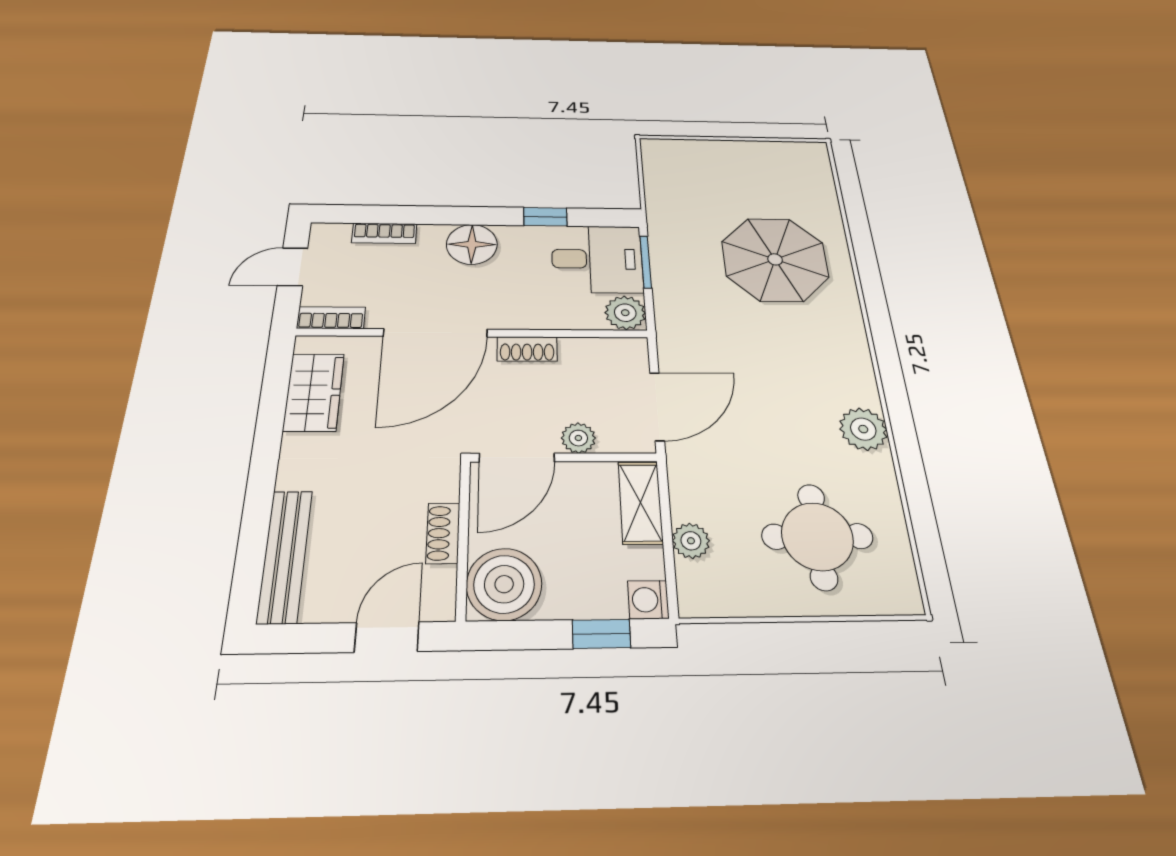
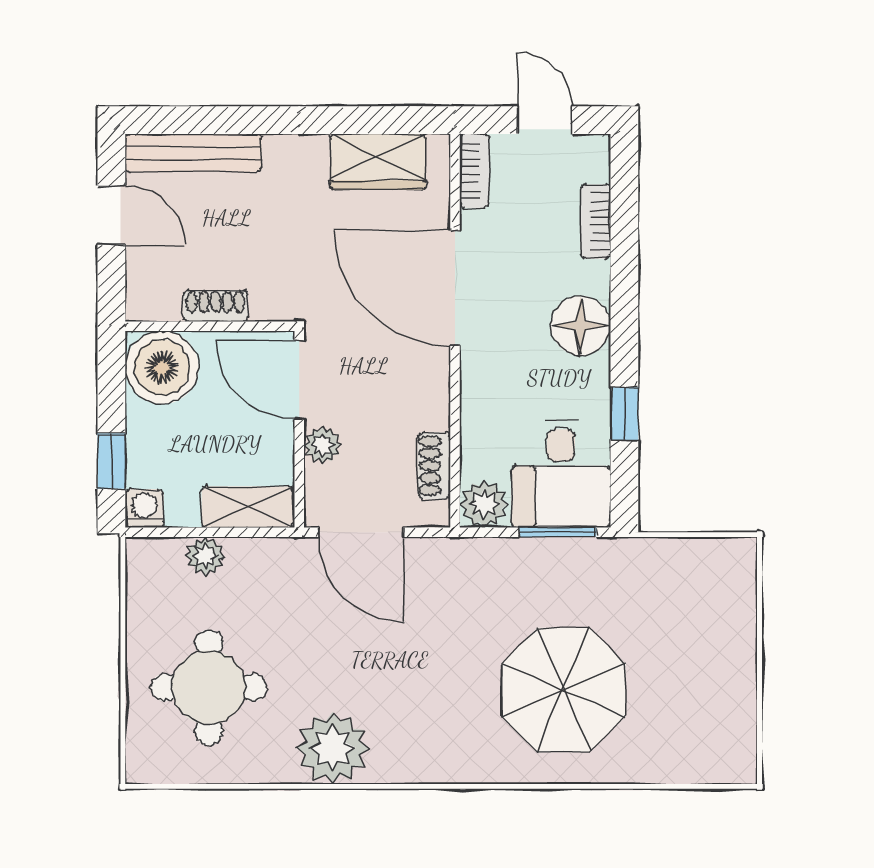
shoe rack: (527, 349) -> (434, 466), moved
plant: (863, 429) -> (333, 748), width x1.36, depth x1.36
door: (387, 637) -> (111, 215), moved

